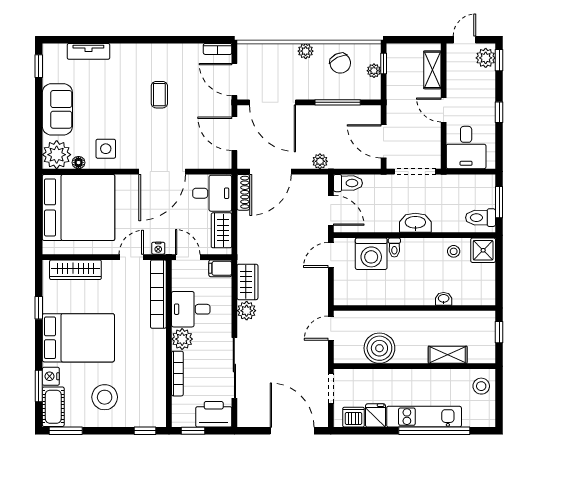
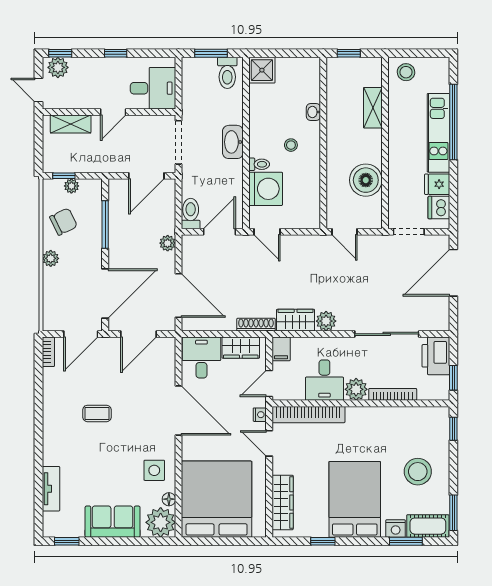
shoe rack: (243, 192) -> (256, 325), moved
stool: (454, 251) -> (291, 145), moved

